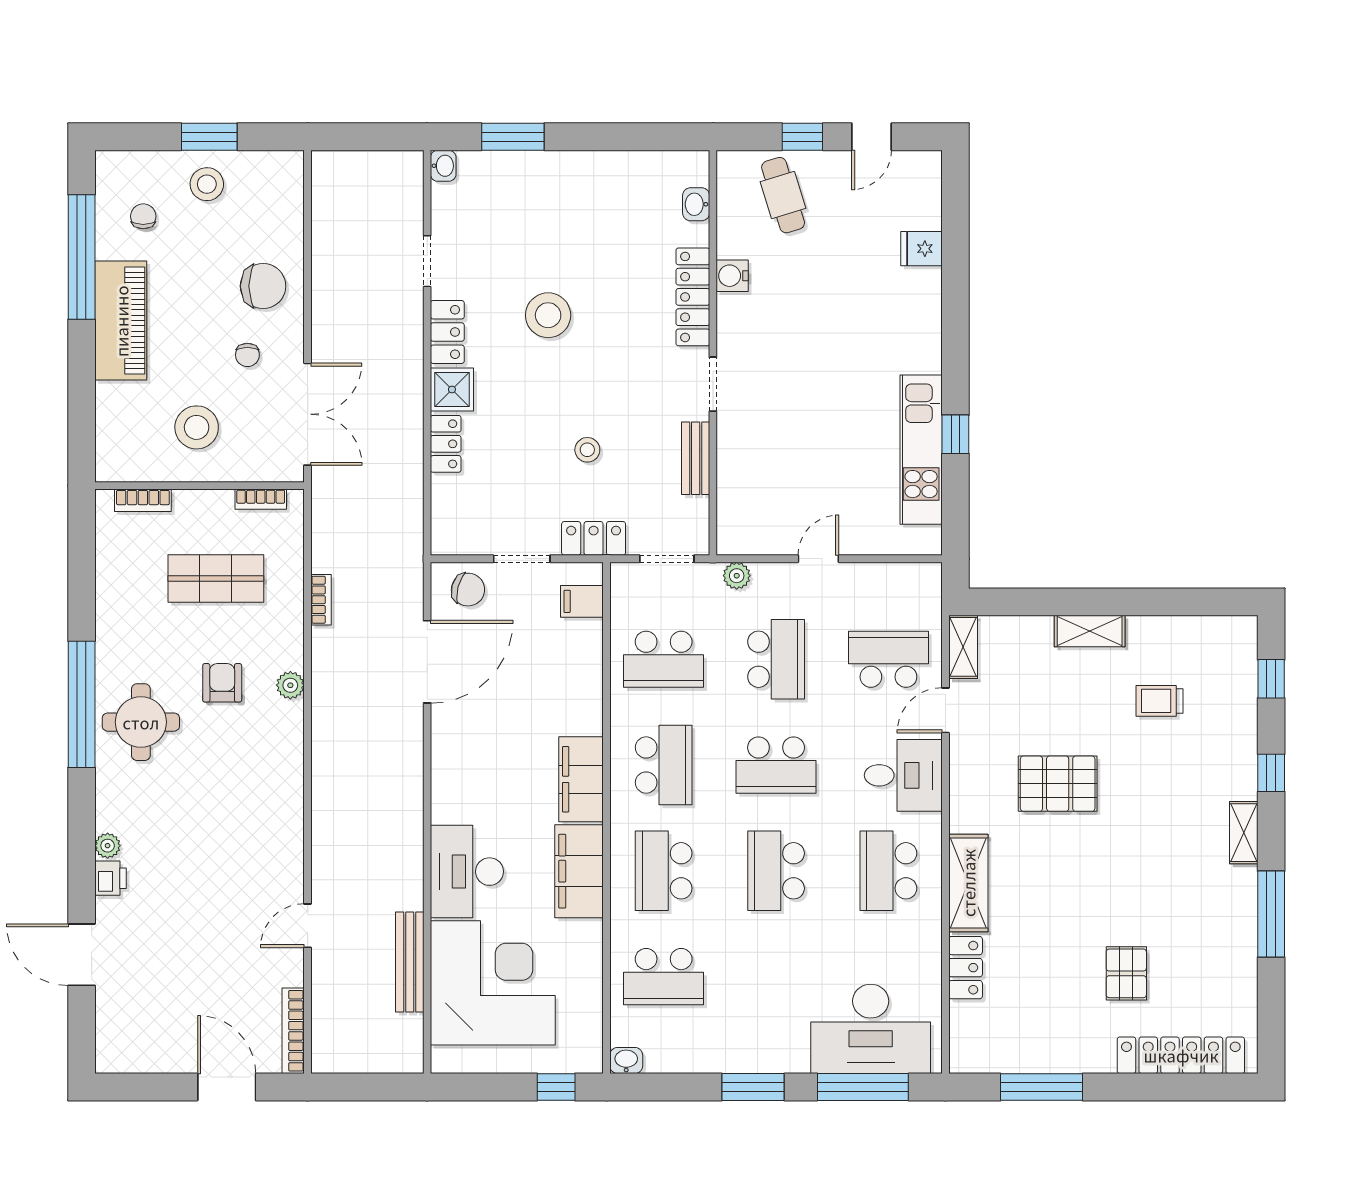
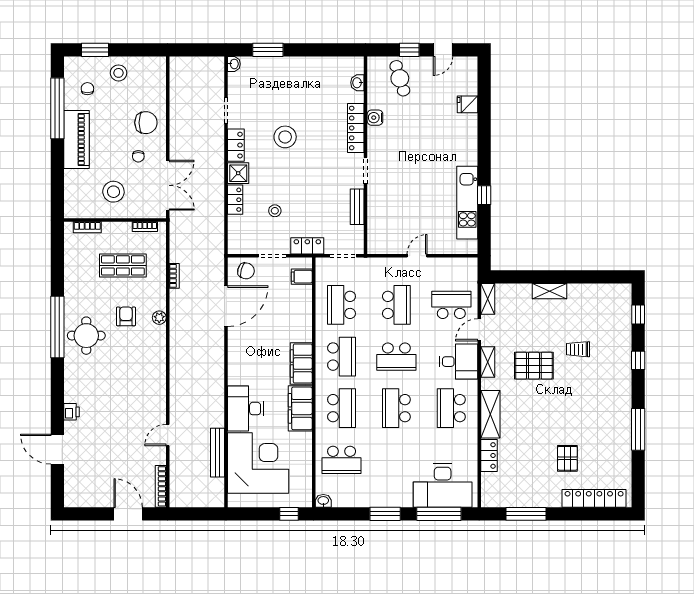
window: (209, 137) -> (95, 50), moved
stool: (587, 450) -> (275, 211), moved
plant: (737, 576) -> (377, 264), removed
school desk: (664, 659) -> (342, 305), turned 90
trolley: (1159, 701) -> (578, 349), moved
shelving: (1244, 833) -> (488, 362), moved
plant: (108, 846) -> (70, 396), removed
school desk: (664, 871) -> (342, 408), turned 180

